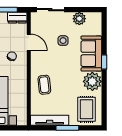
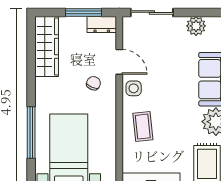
side table: (63, 41) -> (134, 88), moved

